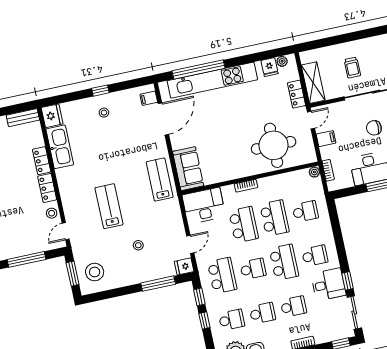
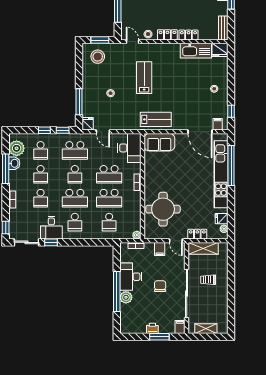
window: (100, 91) -> (231, 111), moved
lab bench: (109, 206) -> (144, 78), turned -90

